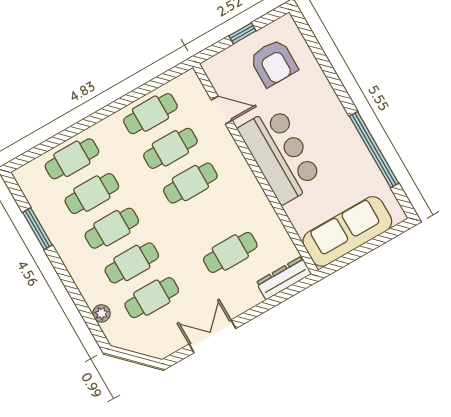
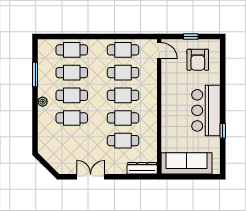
door: (222, 110) -> (159, 51), moved
window: (374, 150) -> (223, 131), width x0.32
bar counter: (280, 155) -> (206, 110), moved, turned 180
cafe table: (152, 298) -> (123, 118), moved
plant: (102, 313) -> (43, 102), moved

